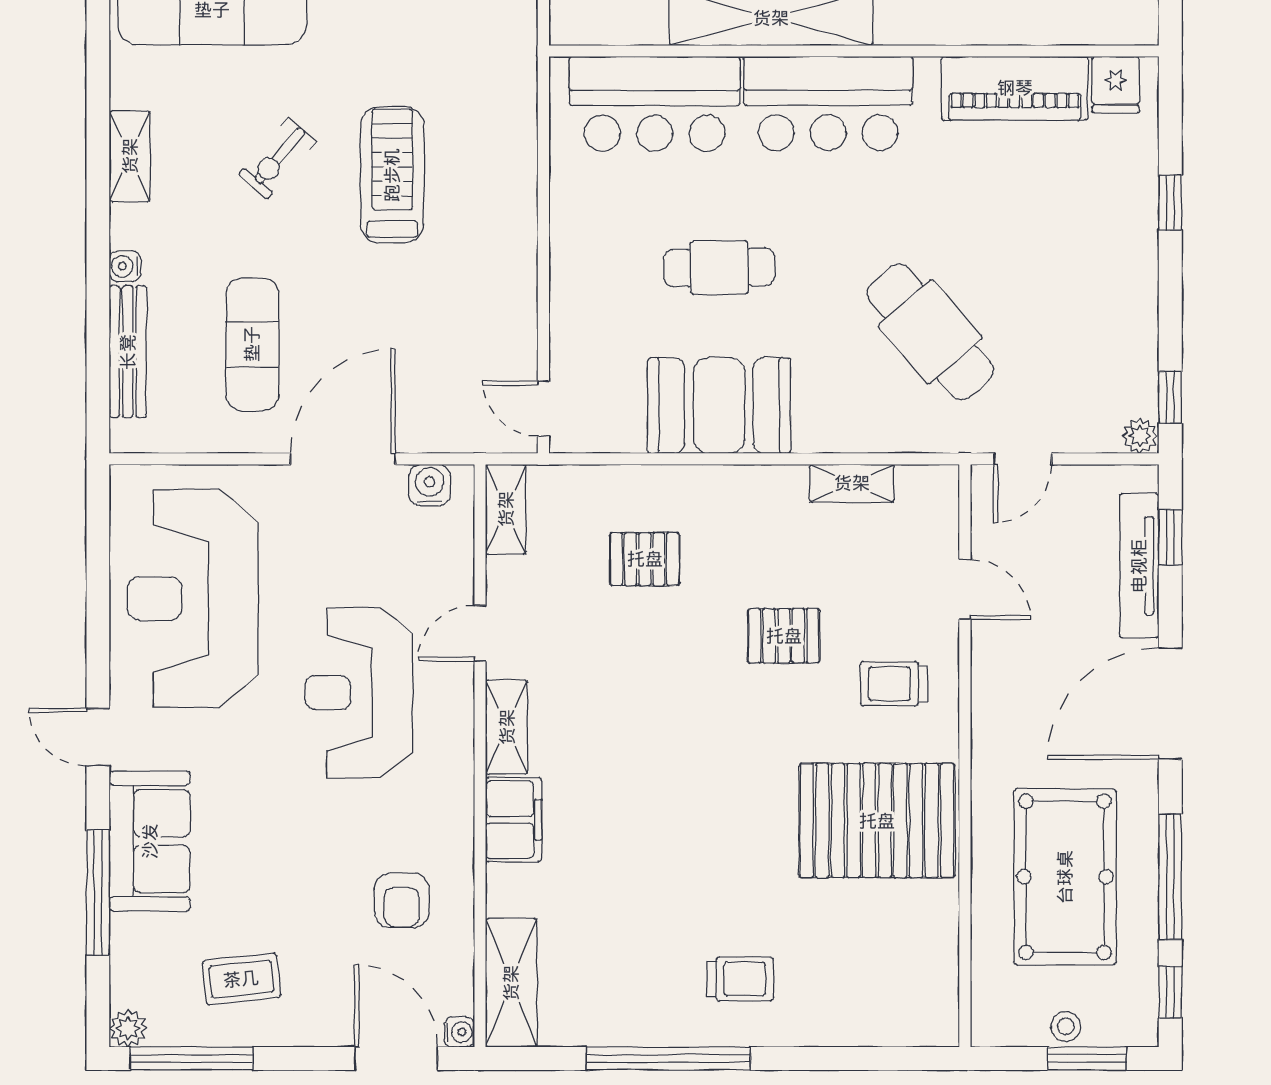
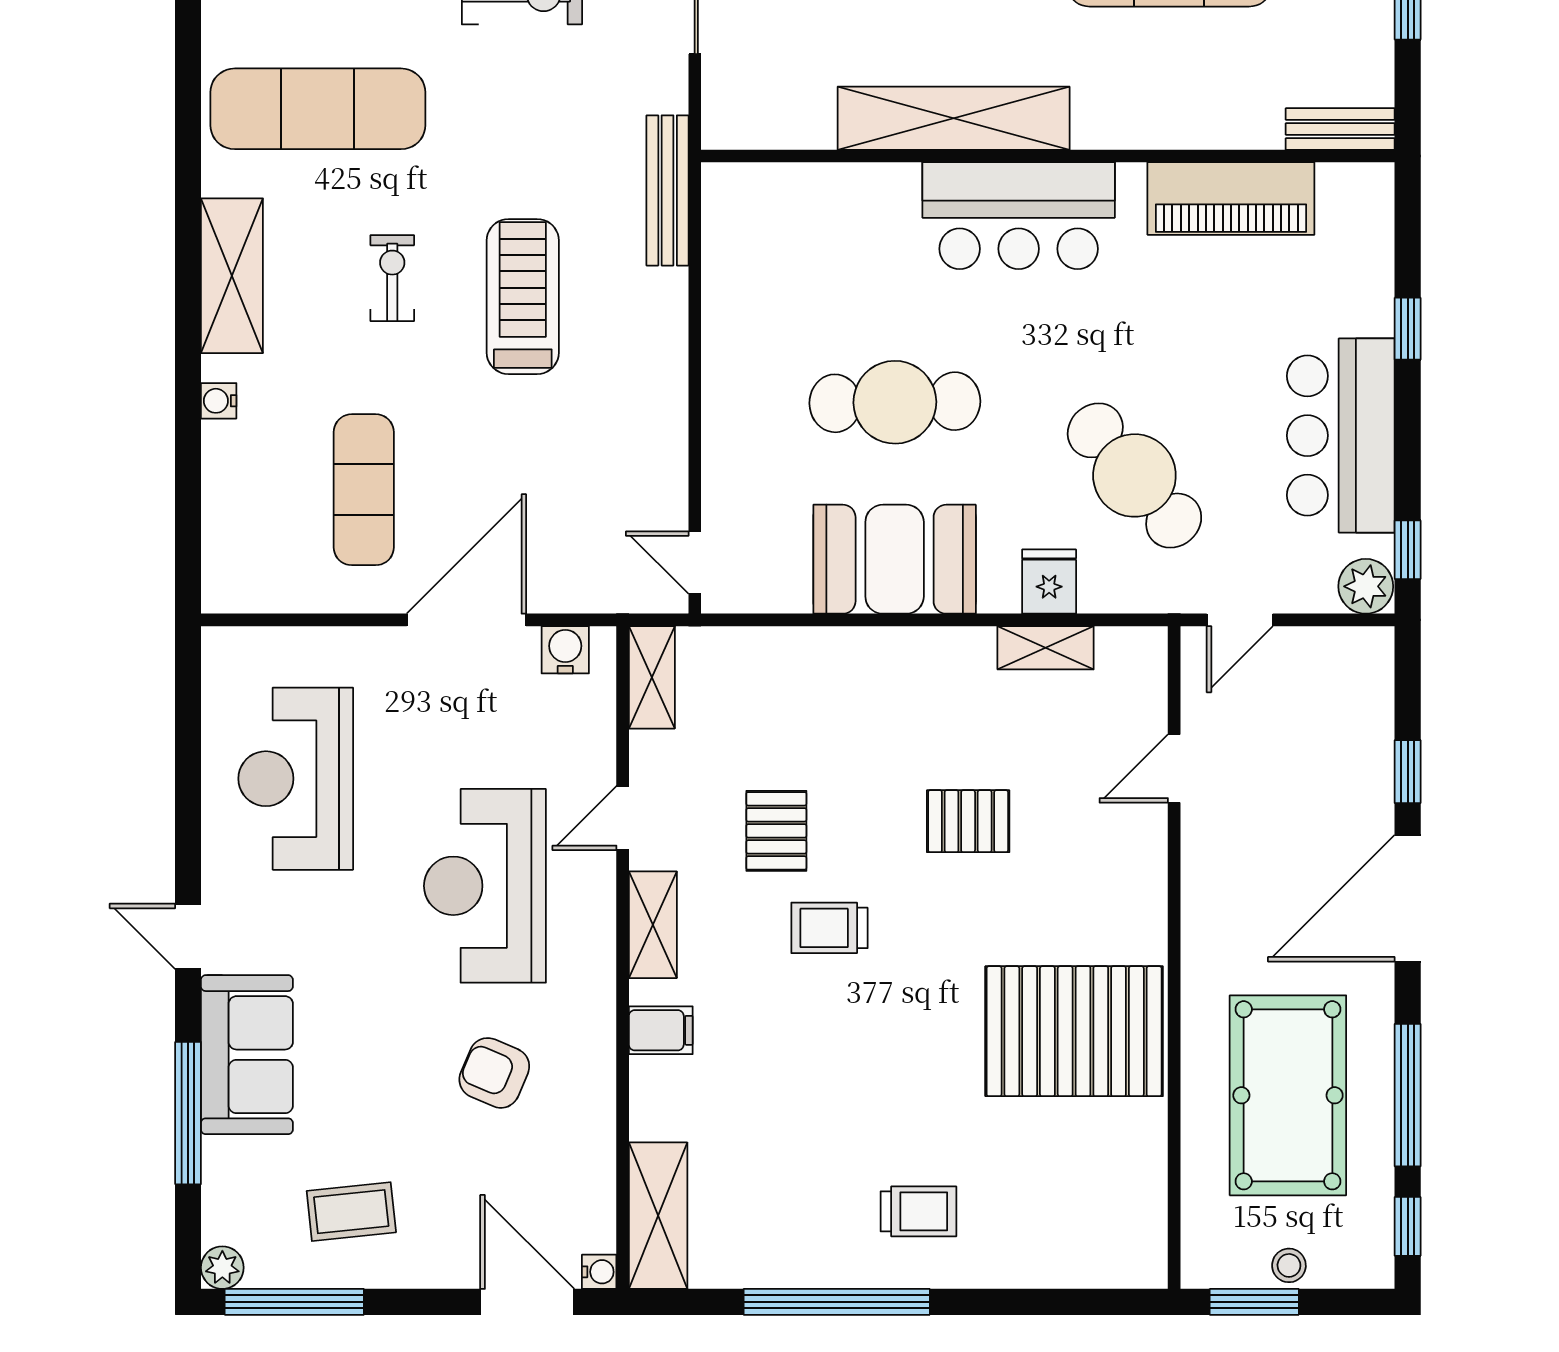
bench: (1111, 27) -> (1340, 129), added
fridge: (1116, 85) -> (1049, 582), moved, turned 180
bar counter: (655, 104) -> (1341, 436), moved, turned 90
shelving: (130, 156) -> (232, 276), width x1.50, depth x1.33
exercise bike: (277, 158) -> (392, 278), turned 139
cafe table: (719, 267) -> (895, 402), width x1.37, depth x1.35
bench: (128, 352) -> (668, 190), moved
plant: (1140, 436) -> (1366, 586), width x1.38, depth x1.38
window: (1170, 537) -> (1408, 772), moved
pallet: (645, 559) -> (776, 831), moved, turned 90
tv unit: (1139, 566) -> (1372, 741), removed
door: (965, 590) -> (1174, 769), swing flipped
reception desk: (193, 598) -> (296, 779), width x0.74, depth x0.77
trolley: (894, 684) -> (829, 928), moved
filing cabinet: (514, 820) -> (661, 1030), width x0.50
armchair: (402, 900) -> (494, 1073), moved, turned 113
window: (1087, 1058) -> (1254, 1302), moved

